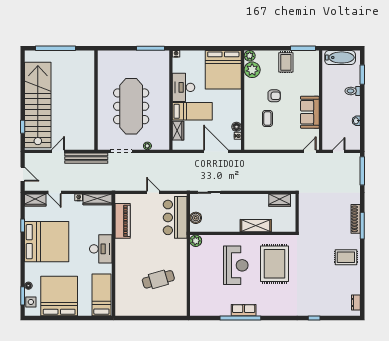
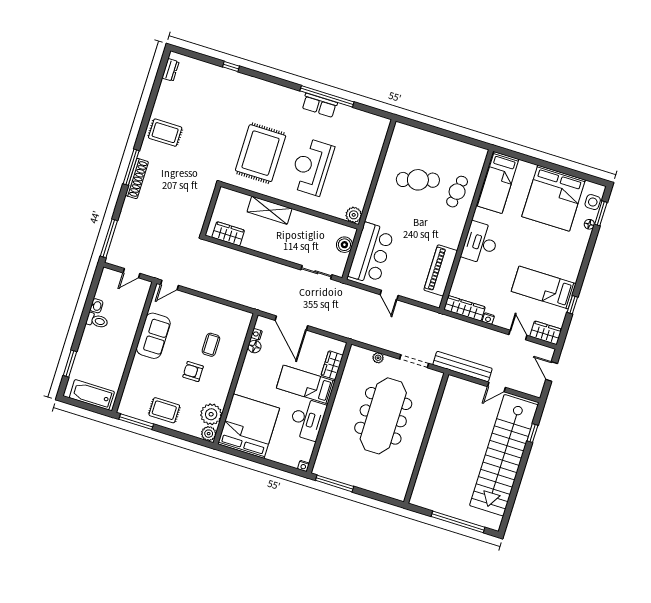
rug: (286, 62) -> (164, 410), turned 90
toilet: (353, 91) -> (97, 321), moved
bed: (47, 242) -> (544, 287), width x0.49
cafe table: (128, 280) -> (457, 192), added

